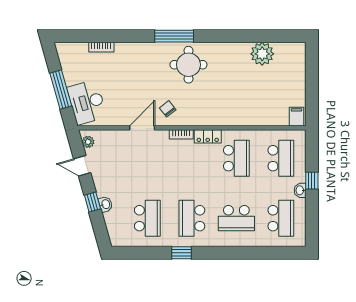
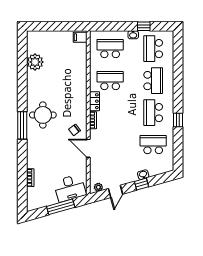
window: (312, 181) -> (144, 26), moved
school desk: (192, 218) -> (153, 113), turned 90
school desk: (281, 218) -> (153, 49), turned -90

